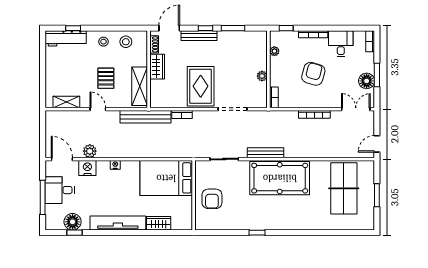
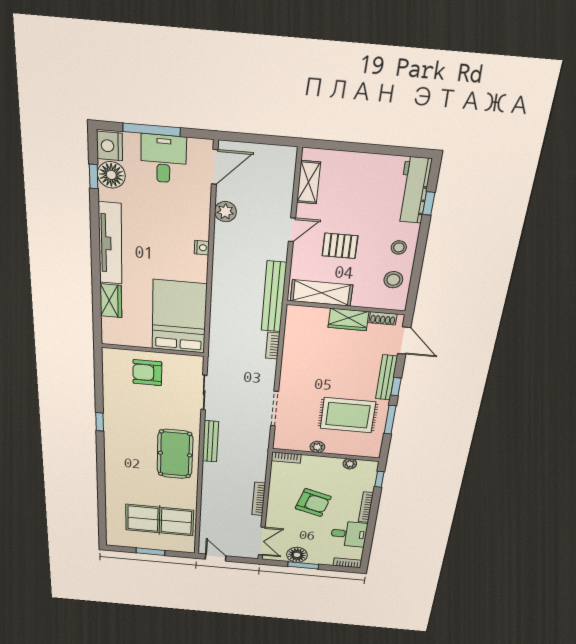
rug: (201, 86) -> (348, 415), moved
nightstand: (87, 168) -> (110, 146), moved, turned 180
pool table: (280, 178) -> (175, 454), width x0.73, depth x0.76

